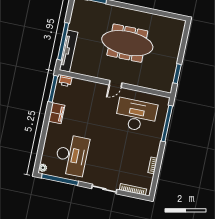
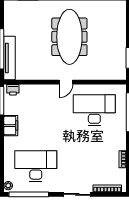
meeting table: (127, 43) -> (69, 37), turned 90
desk: (72, 155) -> (36, 166), turned -90

